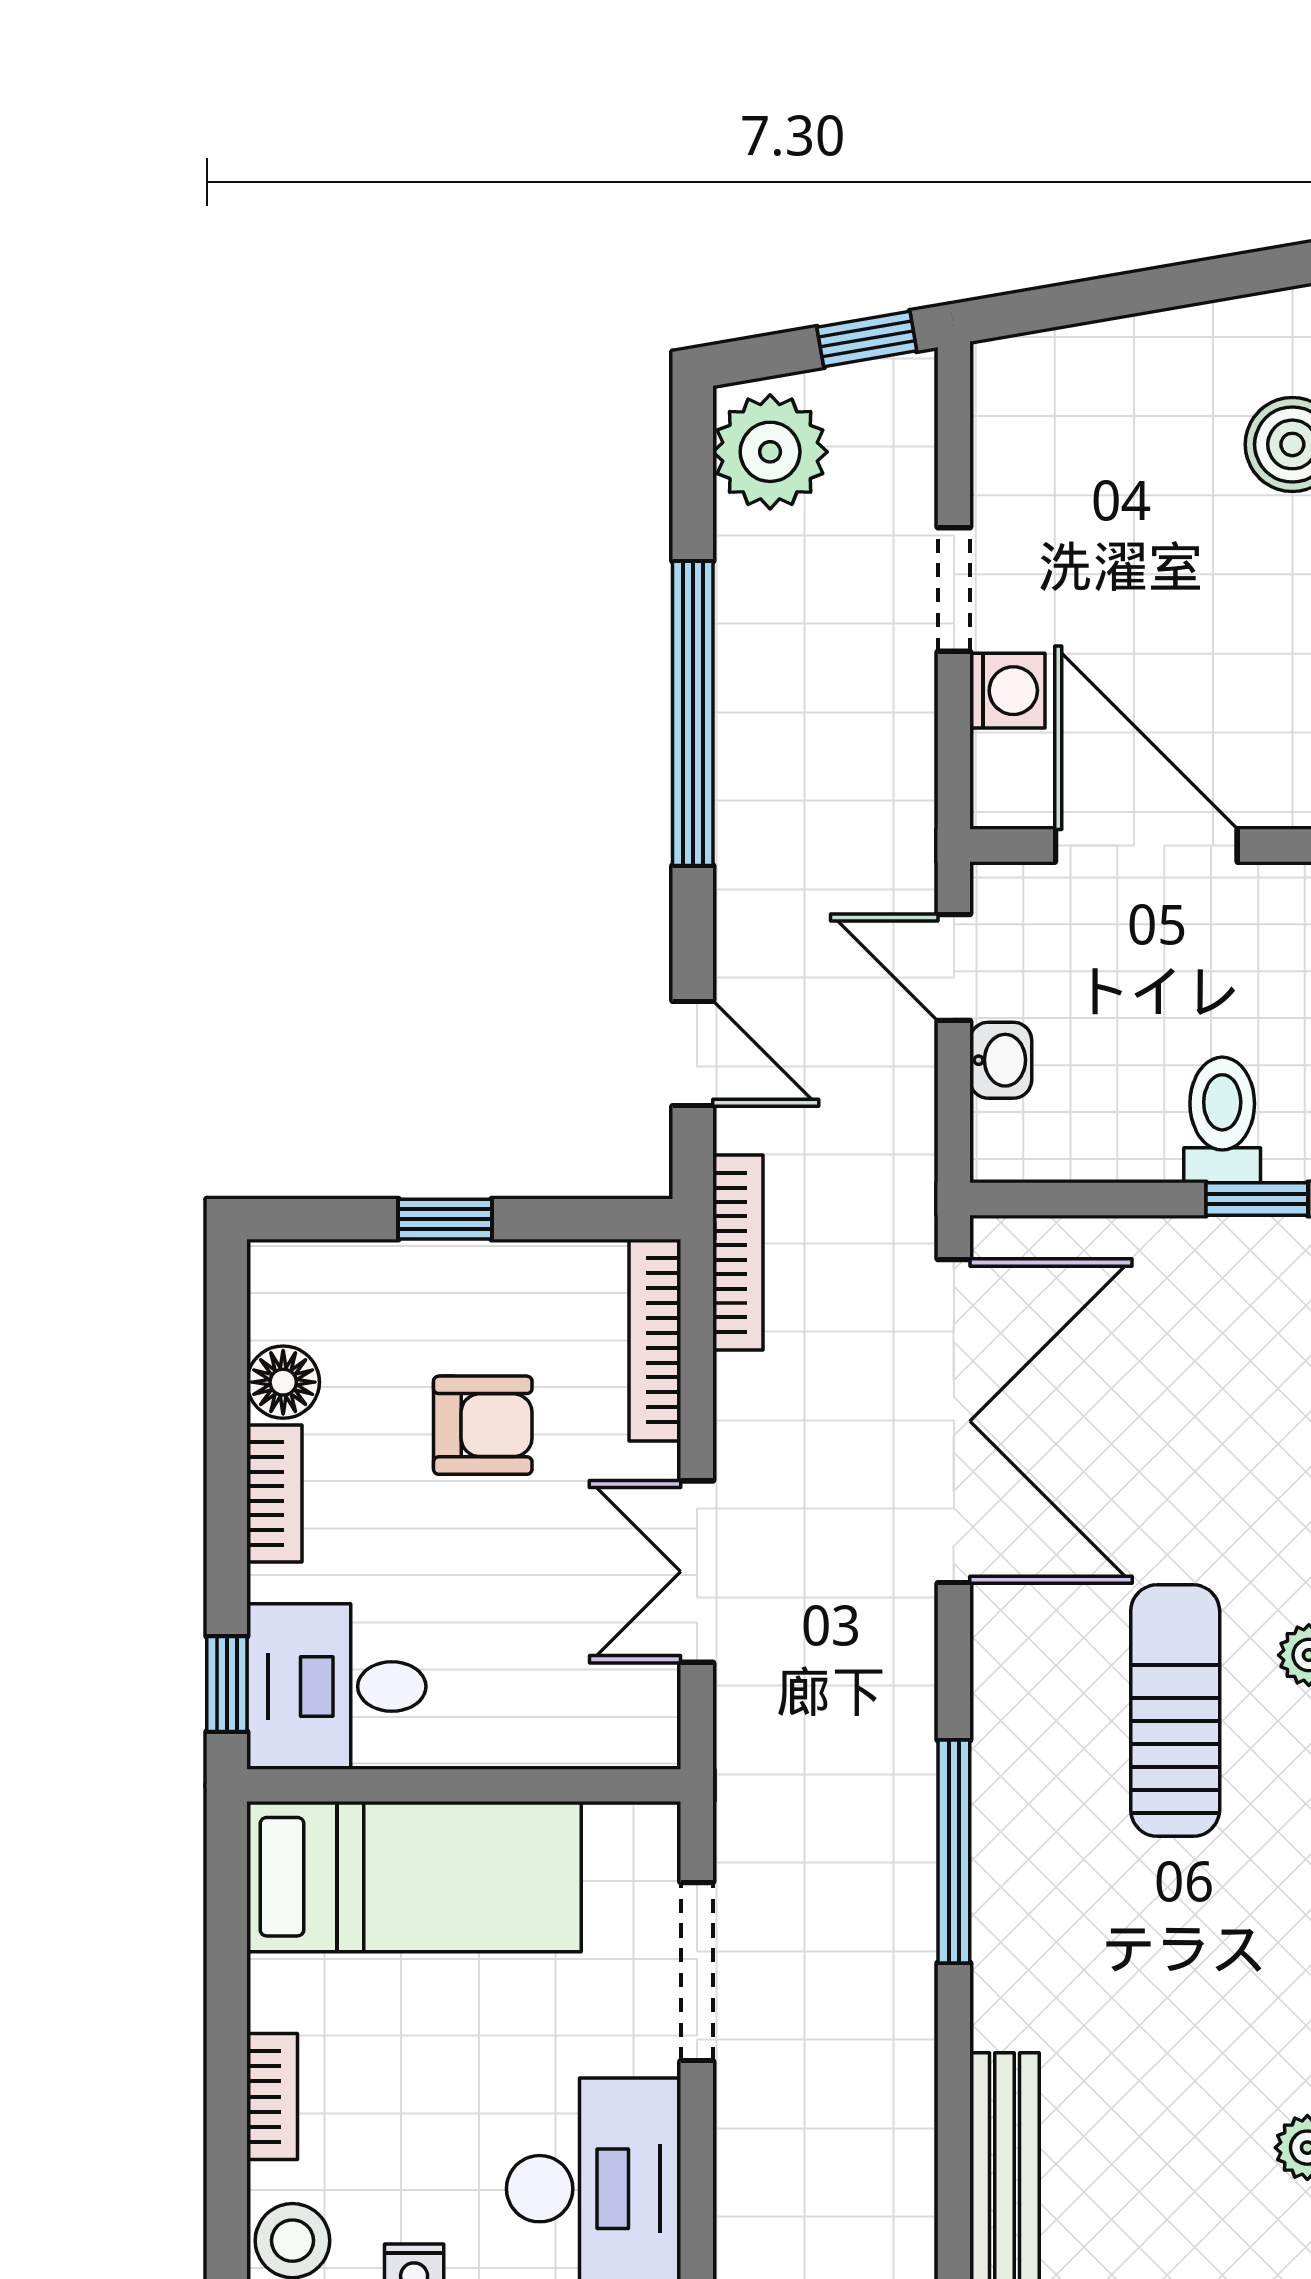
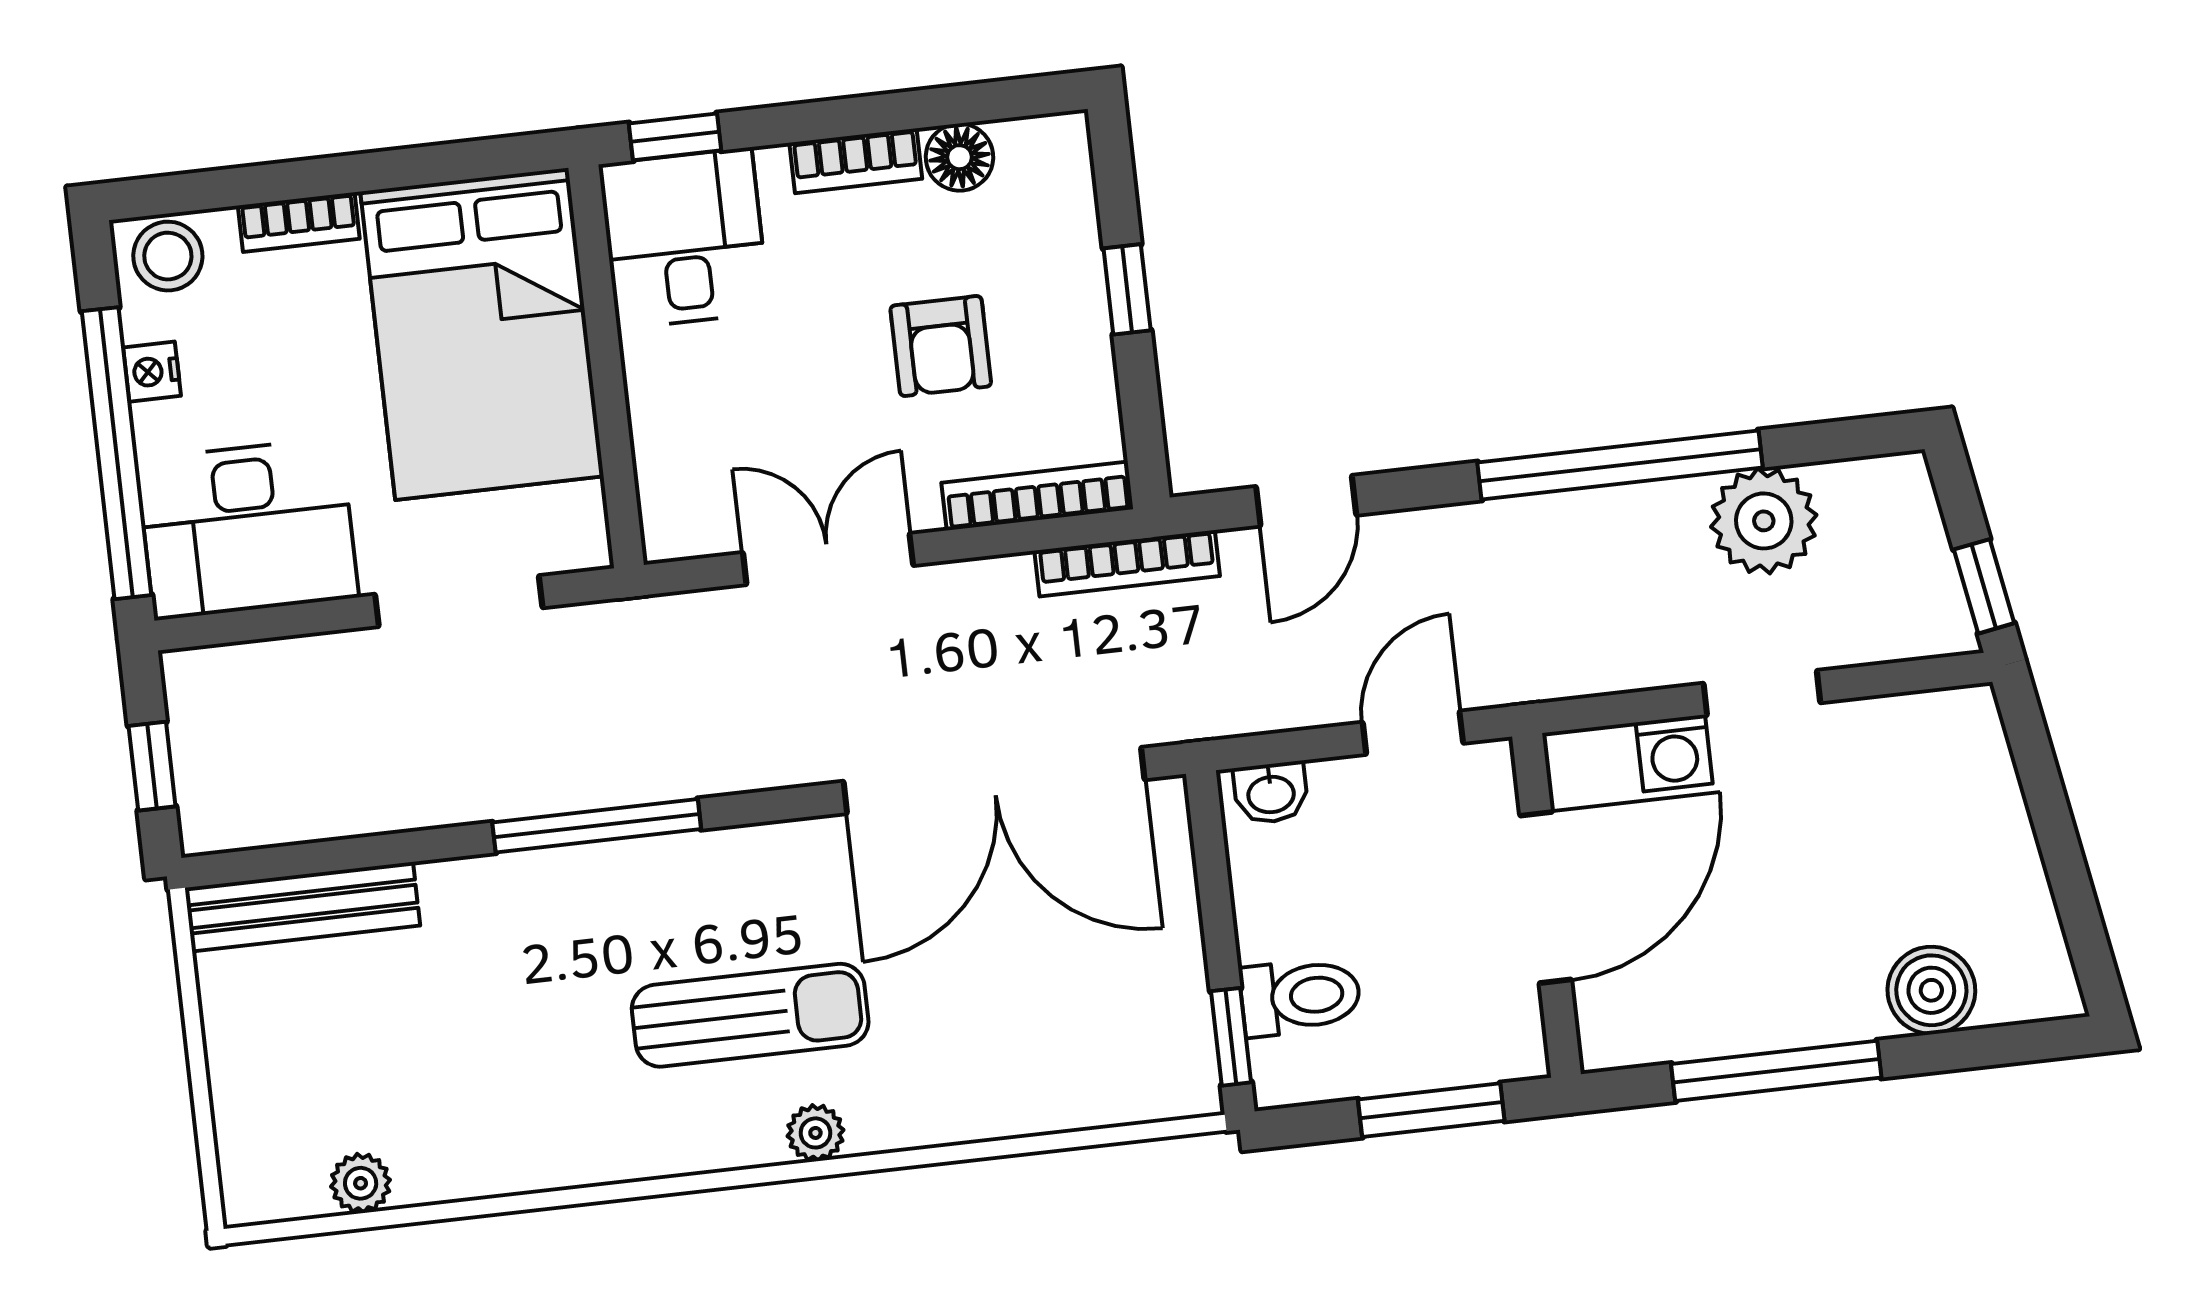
plant: (770, 452) -> (1764, 521), moved
washbasin: (1001, 1060) -> (1271, 793), moved
bed: (414, 1877) -> (482, 334), width x1.50

